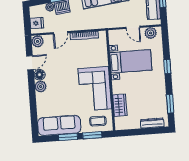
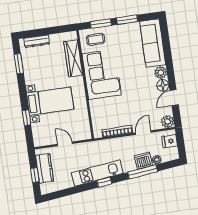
plant: (151, 33) -> (45, 139), removed
bed with nightstands: (131, 61) -> (50, 101), moved, turned 180
window: (167, 67) -> (26, 118), moved
wardrobe: (120, 105) -> (73, 58), width x1.50
sofa: (59, 125) -> (153, 43), moved, turned 90

